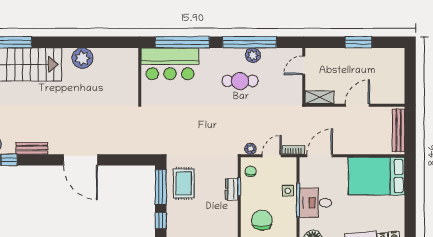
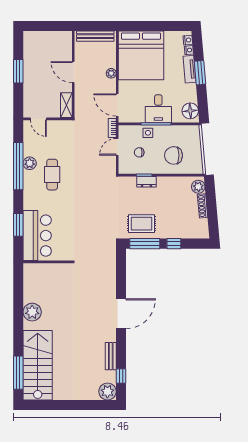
window: (182, 42) -> (18, 225), width x0.47
plant: (251, 149) -> (111, 73), moved
door: (272, 156) -> (117, 147), hinge flipped
chair: (251, 171) -> (139, 152), moved
bed: (376, 176) -> (141, 55), width x1.36

